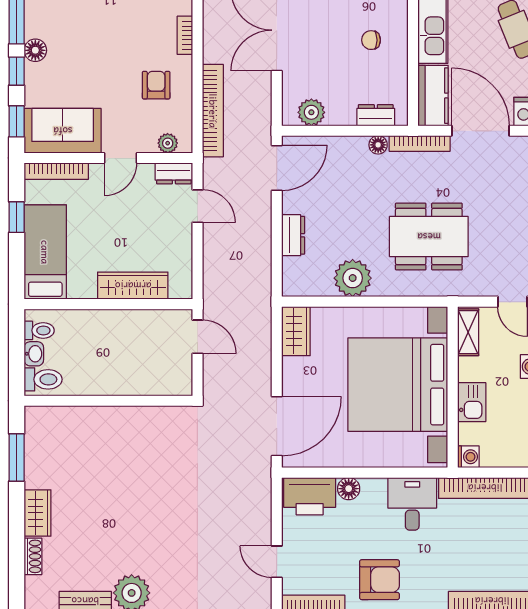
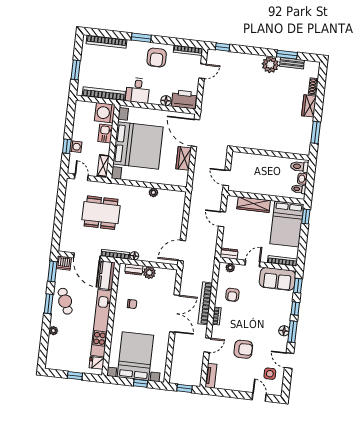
floor lamp: (35, 50) -> (284, 331), moved
bookcase: (213, 111) -> (205, 303), moved
plant: (311, 112) -> (149, 273), moved
door: (197, 206) -> (222, 219), moved
window: (17, 217) -> (306, 216), moved
dresser: (293, 235) -> (178, 219), removed
dining table: (429, 237) -> (101, 213), moved
bed: (45, 252) -> (287, 224), width x1.50
plant: (353, 278) -> (153, 192), width x0.53, depth x0.53
wardrobe: (296, 331) -> (184, 158), moved
door: (277, 426) -> (195, 133), hinge flipped
washing machine: (468, 457) -> (105, 113), width x1.89, depth x1.89
door: (277, 562) -> (203, 71), hinge flipped
armchair: (379, 580) -> (157, 58), turned -90

